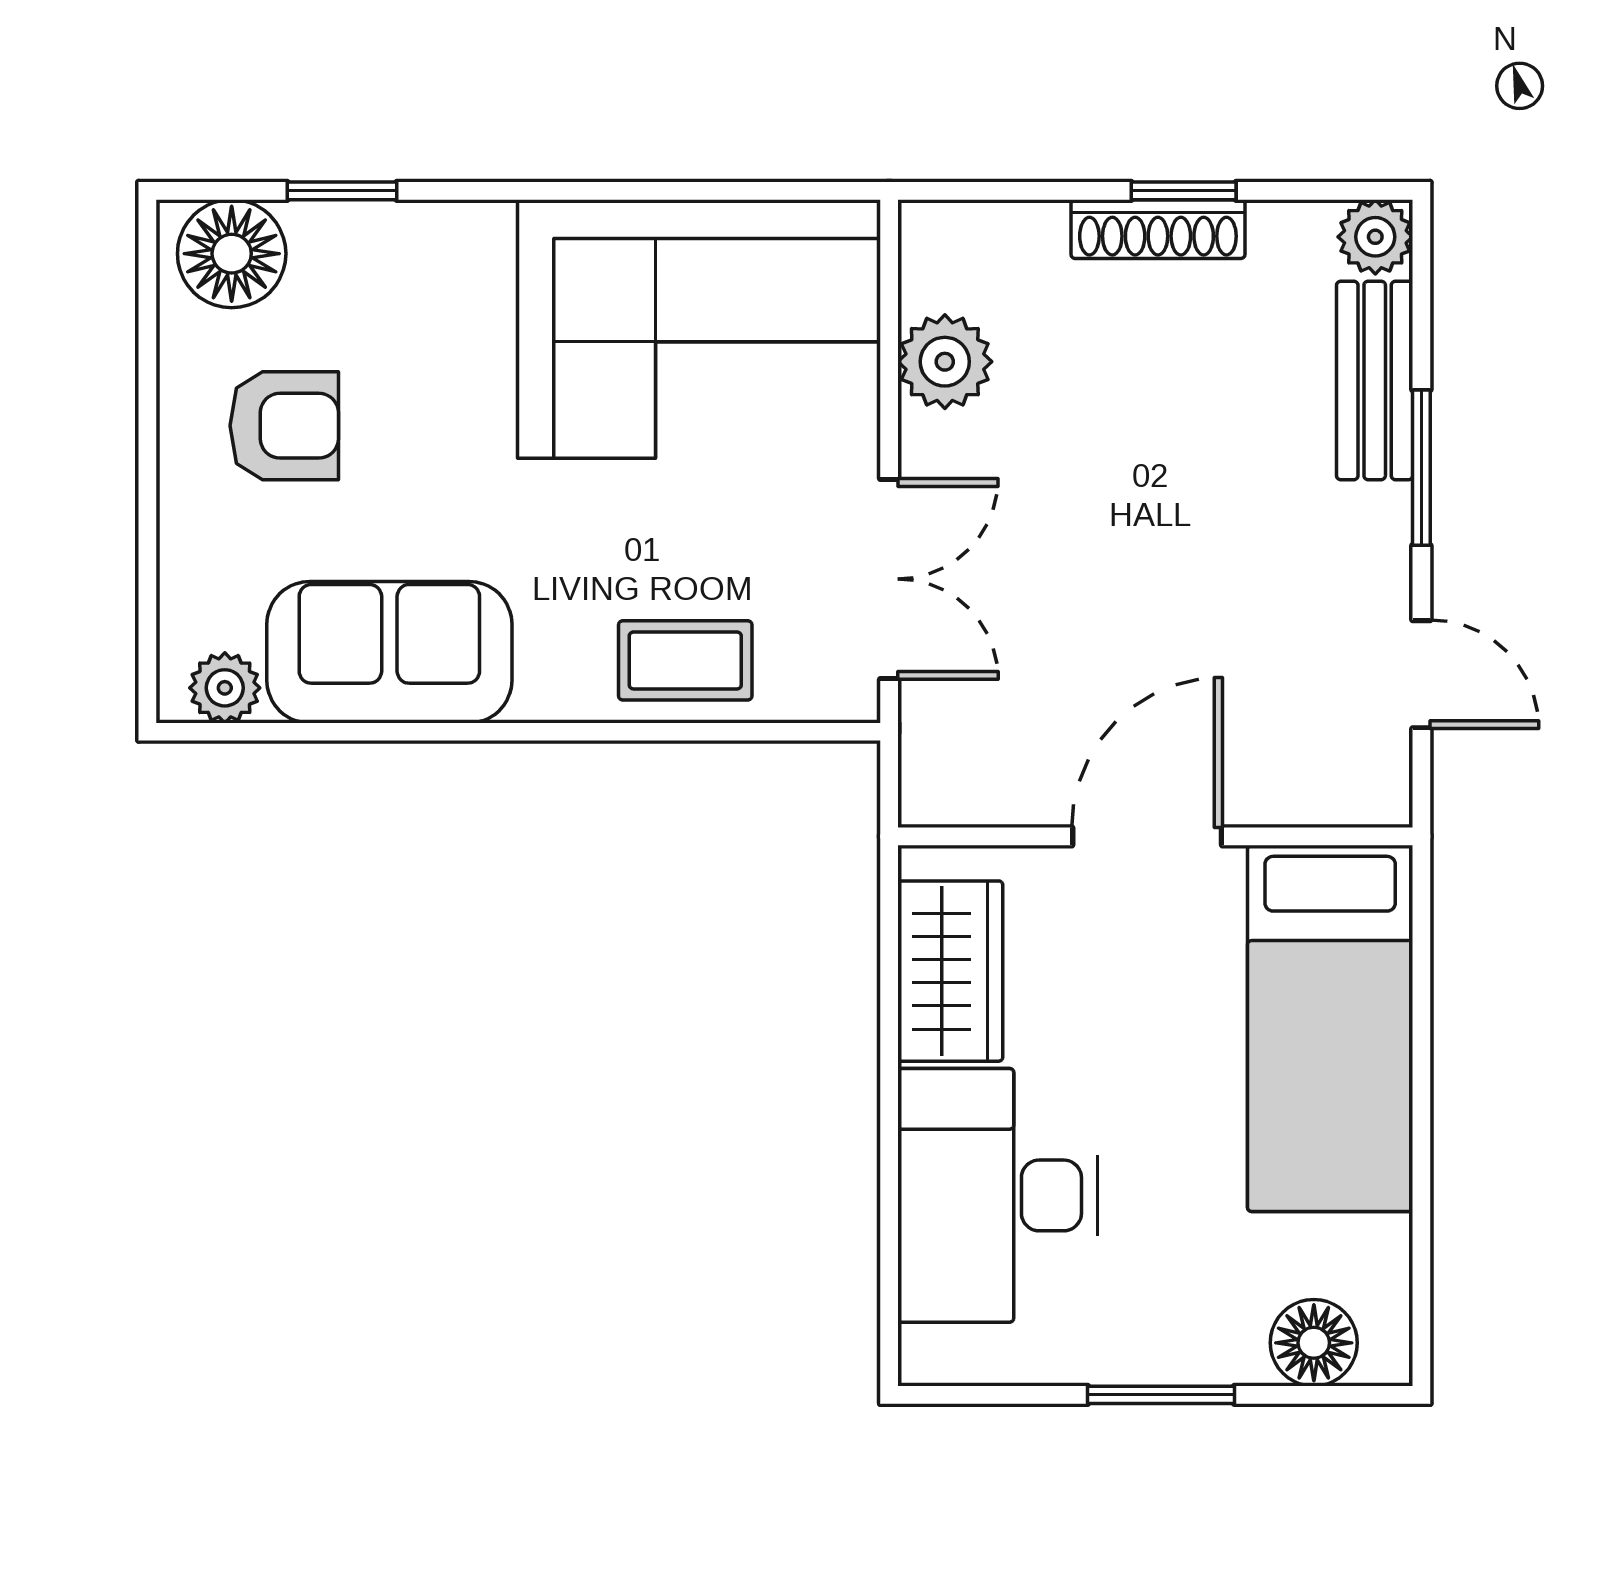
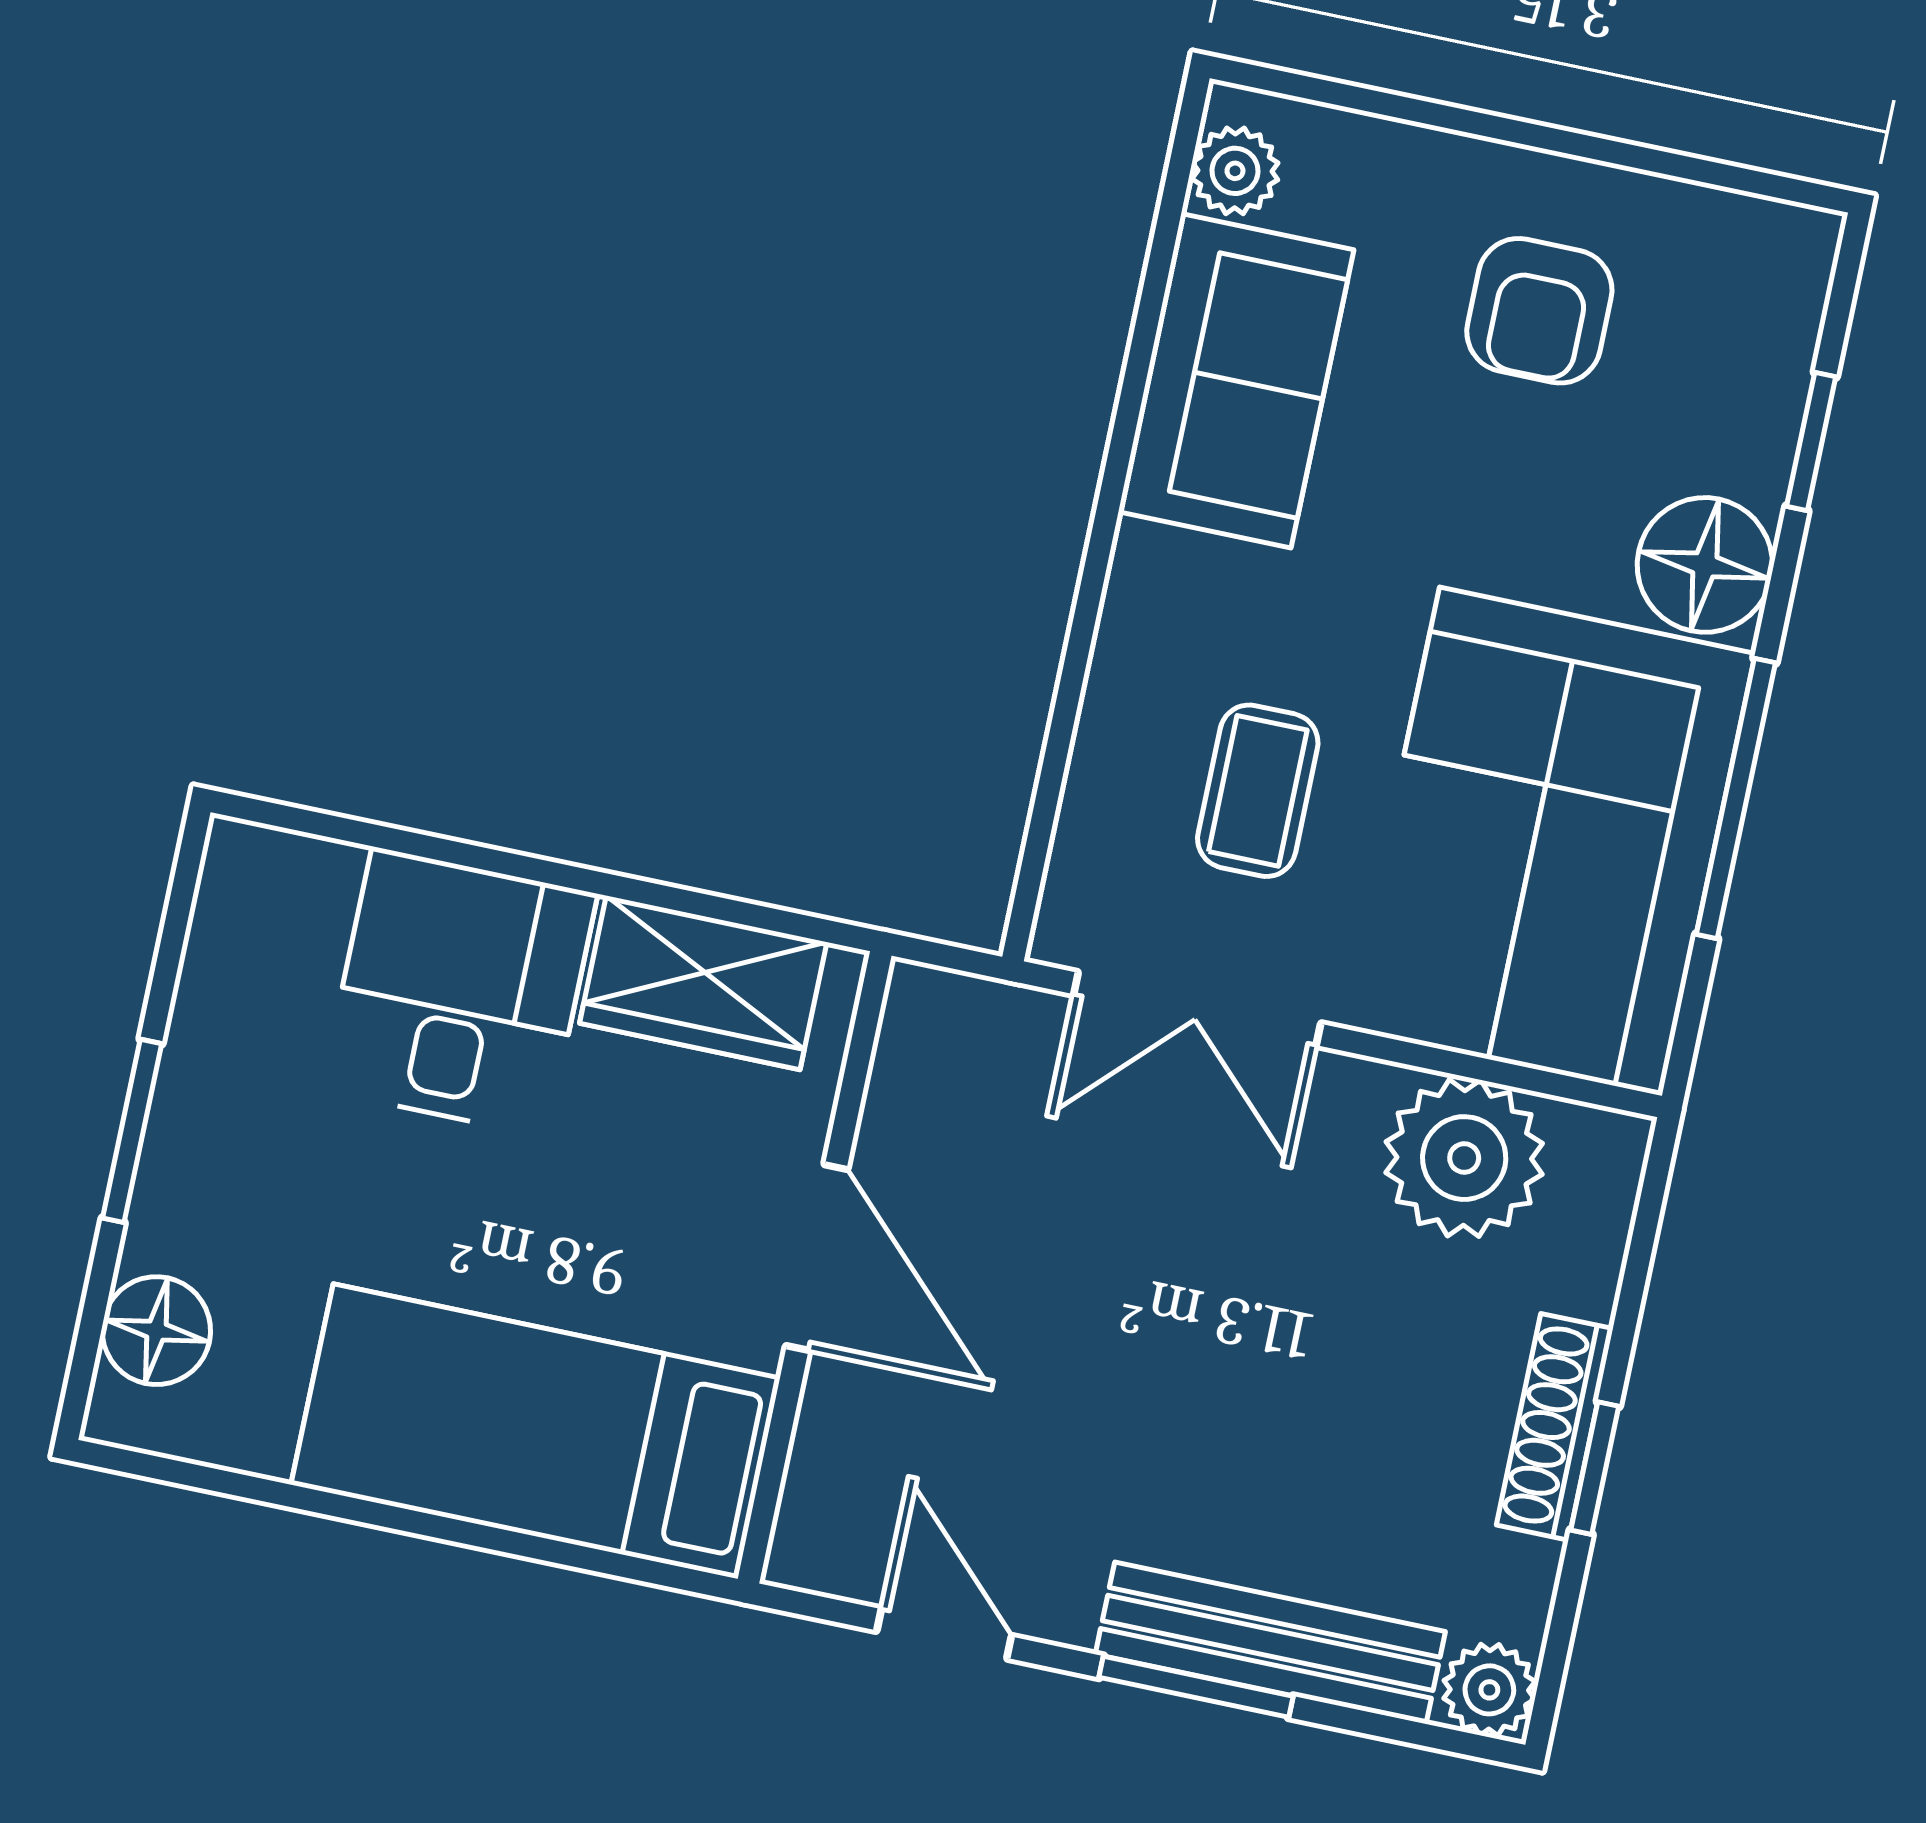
window: (635, 191) -> (1736, 799), added
floor lamp: (232, 254) -> (1705, 565), moved
plant: (945, 362) -> (1464, 1158), width x1.36, depth x1.36
bench: (1375, 380) -> (1270, 1643), width x1.36
coffee table: (685, 660) -> (1258, 791), moved
door: (1421, 674) -> (944, 1634), swing flipped
desk: (998, 1195) -> (459, 992), width x0.73

